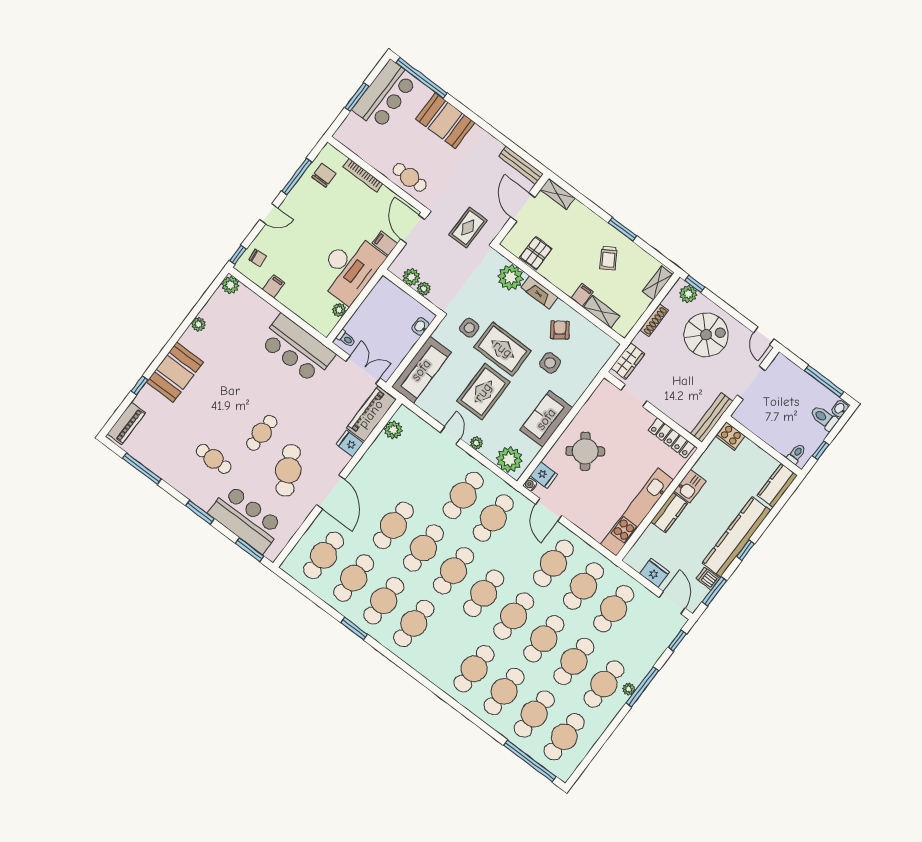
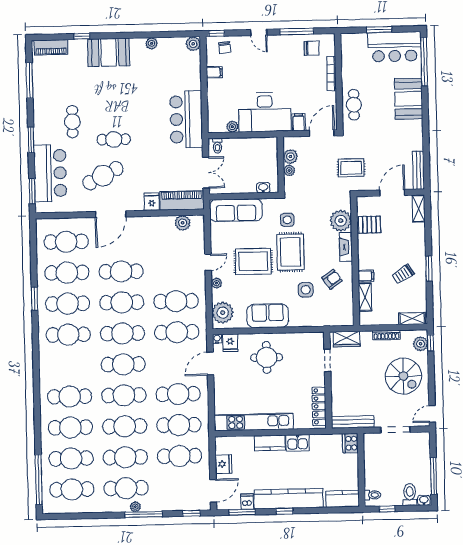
round table: (585, 451) -> (267, 357), turned 36

